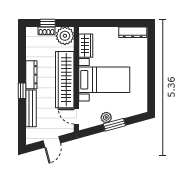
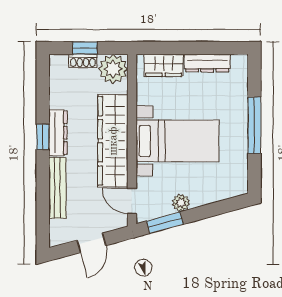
dresser: (133, 32) -> (207, 63), moved
wardrobe: (86, 46) -> (164, 65), moved, turned 90
window: (151, 70) -> (254, 125), added
window: (22, 91) -> (43, 137), moved
window: (114, 125) -> (165, 223), moved

